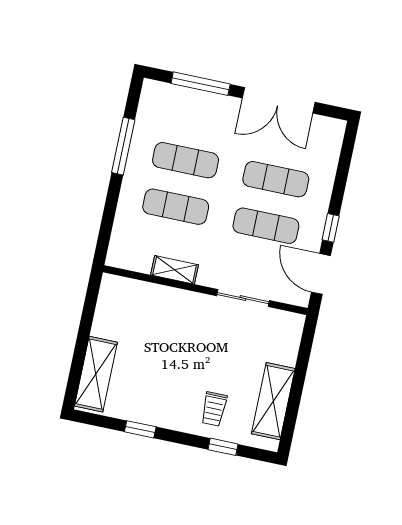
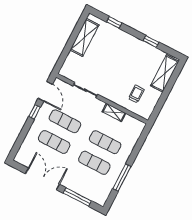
trolley: (214, 409) -> (136, 94), moved

